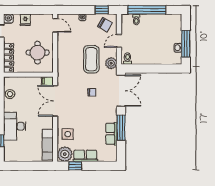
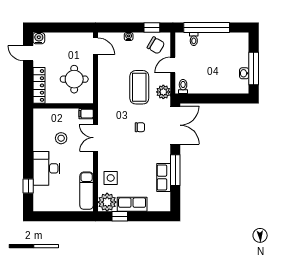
fridge: (25, 20) -> (59, 39), removed
stool: (10, 94) -> (61, 138), moved
double door: (55, 101) -> (96, 138), width x0.73

